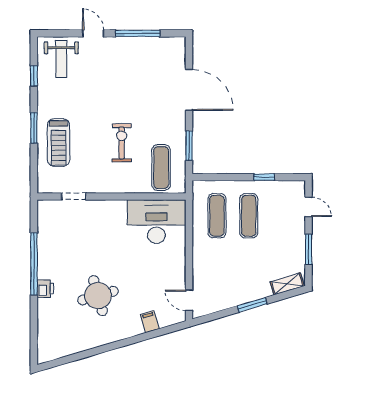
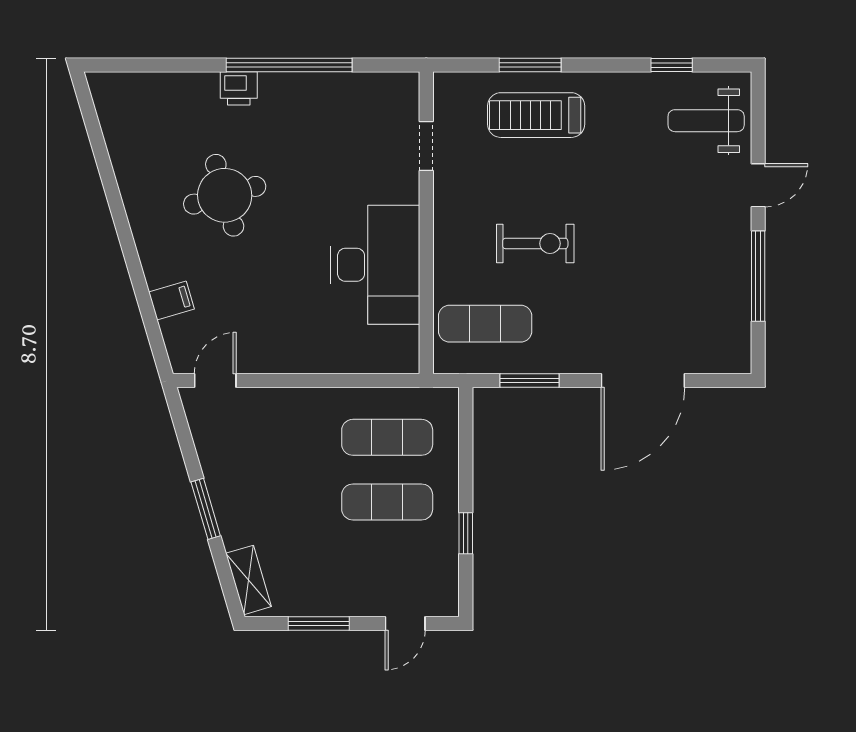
window: (34, 128) -> (530, 65), moved
desk: (156, 222) -> (375, 265), moved

